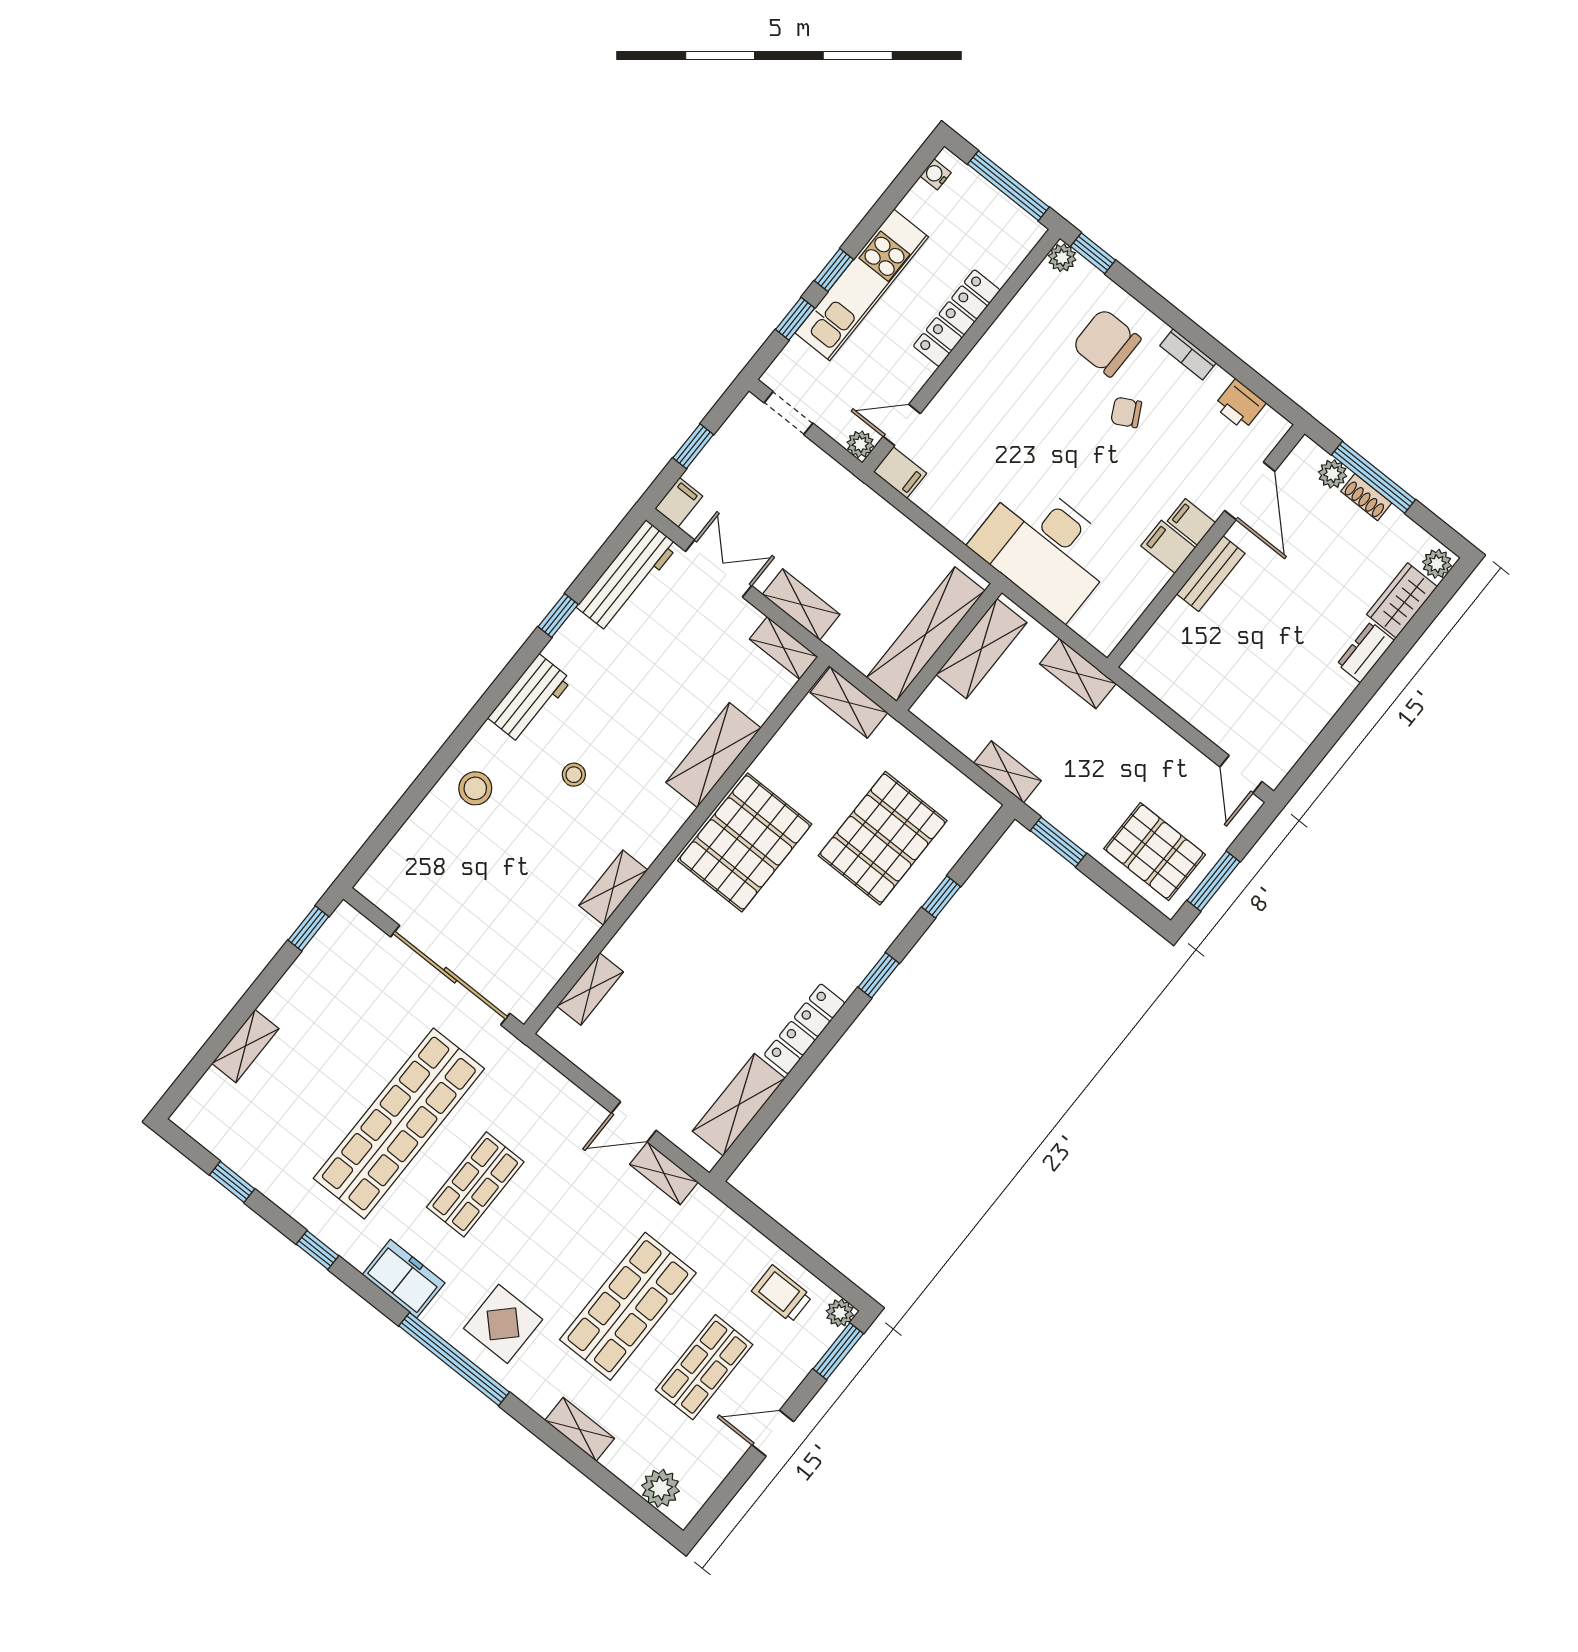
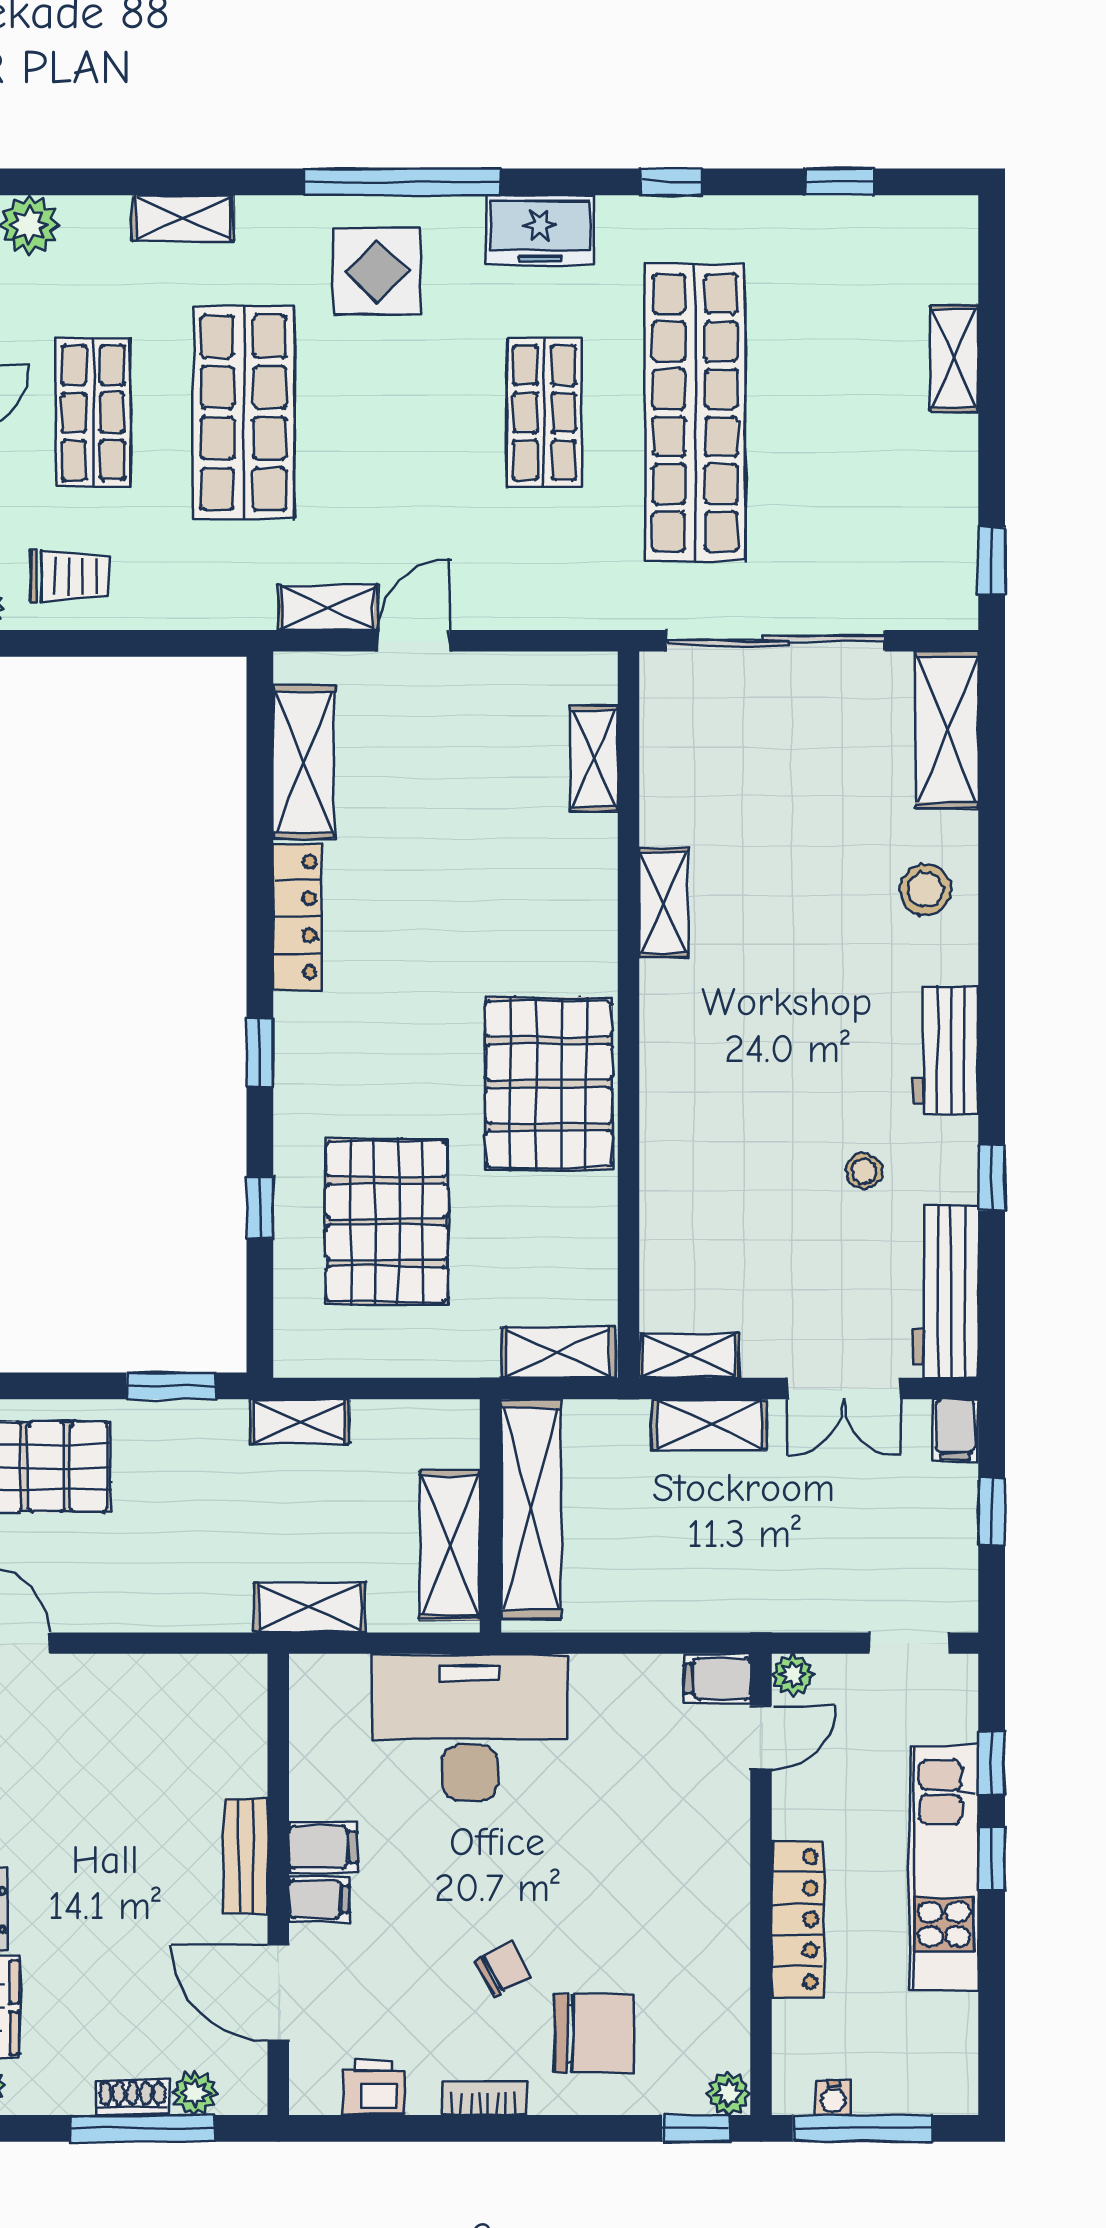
water cooler: (936, 174) -> (833, 2098), moved, turned 90
shelving: (713, 755) -> (947, 730), moved
stool: (574, 775) -> (864, 1171), moved

